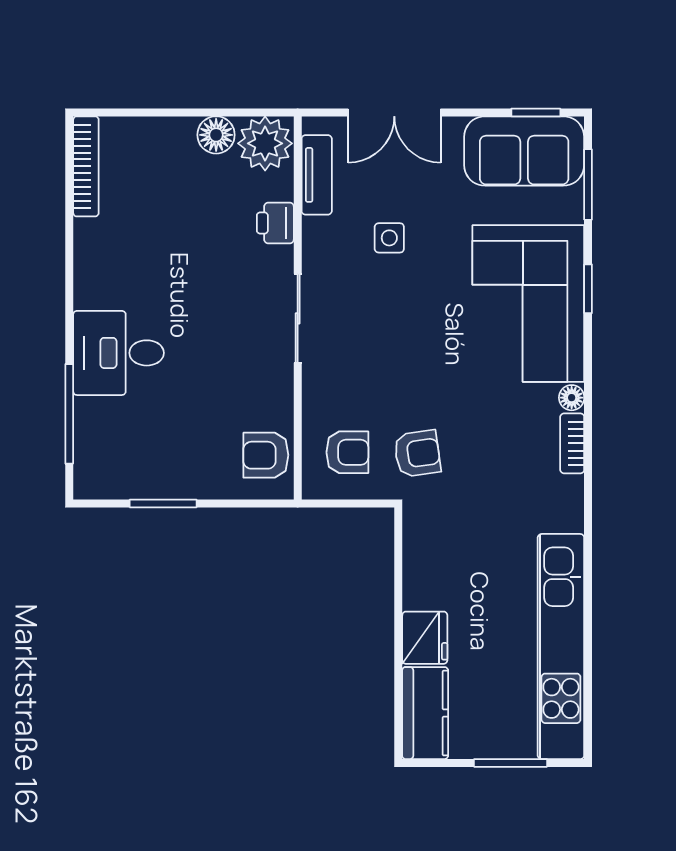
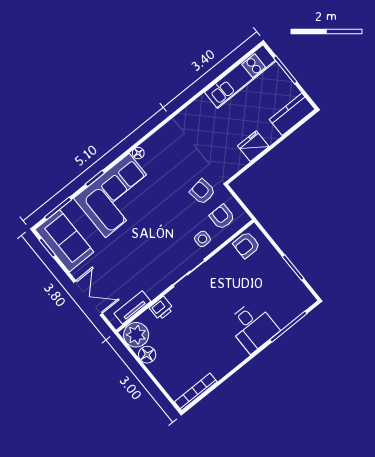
side table: (389, 238) -> (202, 239), moved
bookcase: (572, 443) -> (154, 140), removed
armchair: (266, 455) -> (246, 245), turned 90
fridge: (425, 638) -> (253, 146), moved
kitchen unit: (561, 647) -> (240, 77), width x0.73

